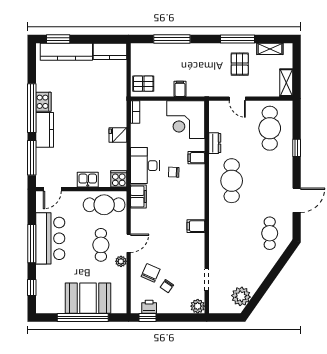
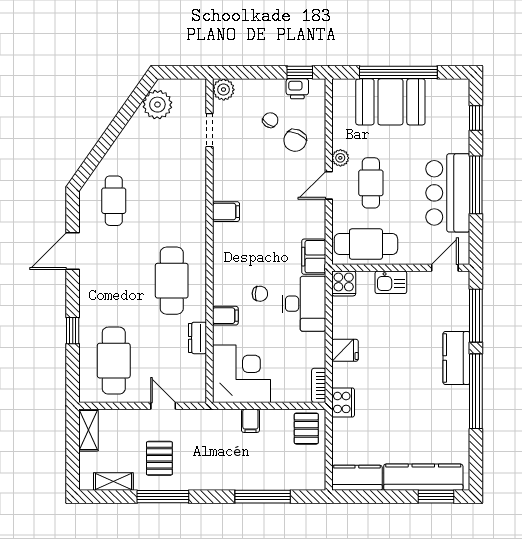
pallet: (143, 84) -> (306, 429), turned 90
cooker: (43, 102) -> (343, 402), moved, turned 180

